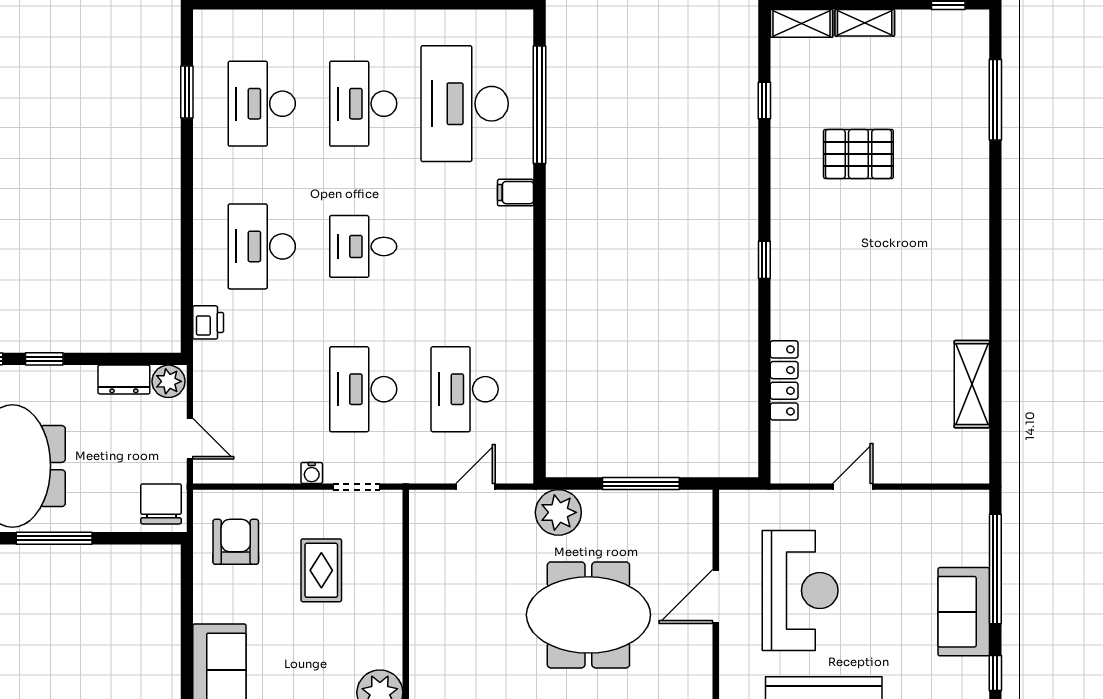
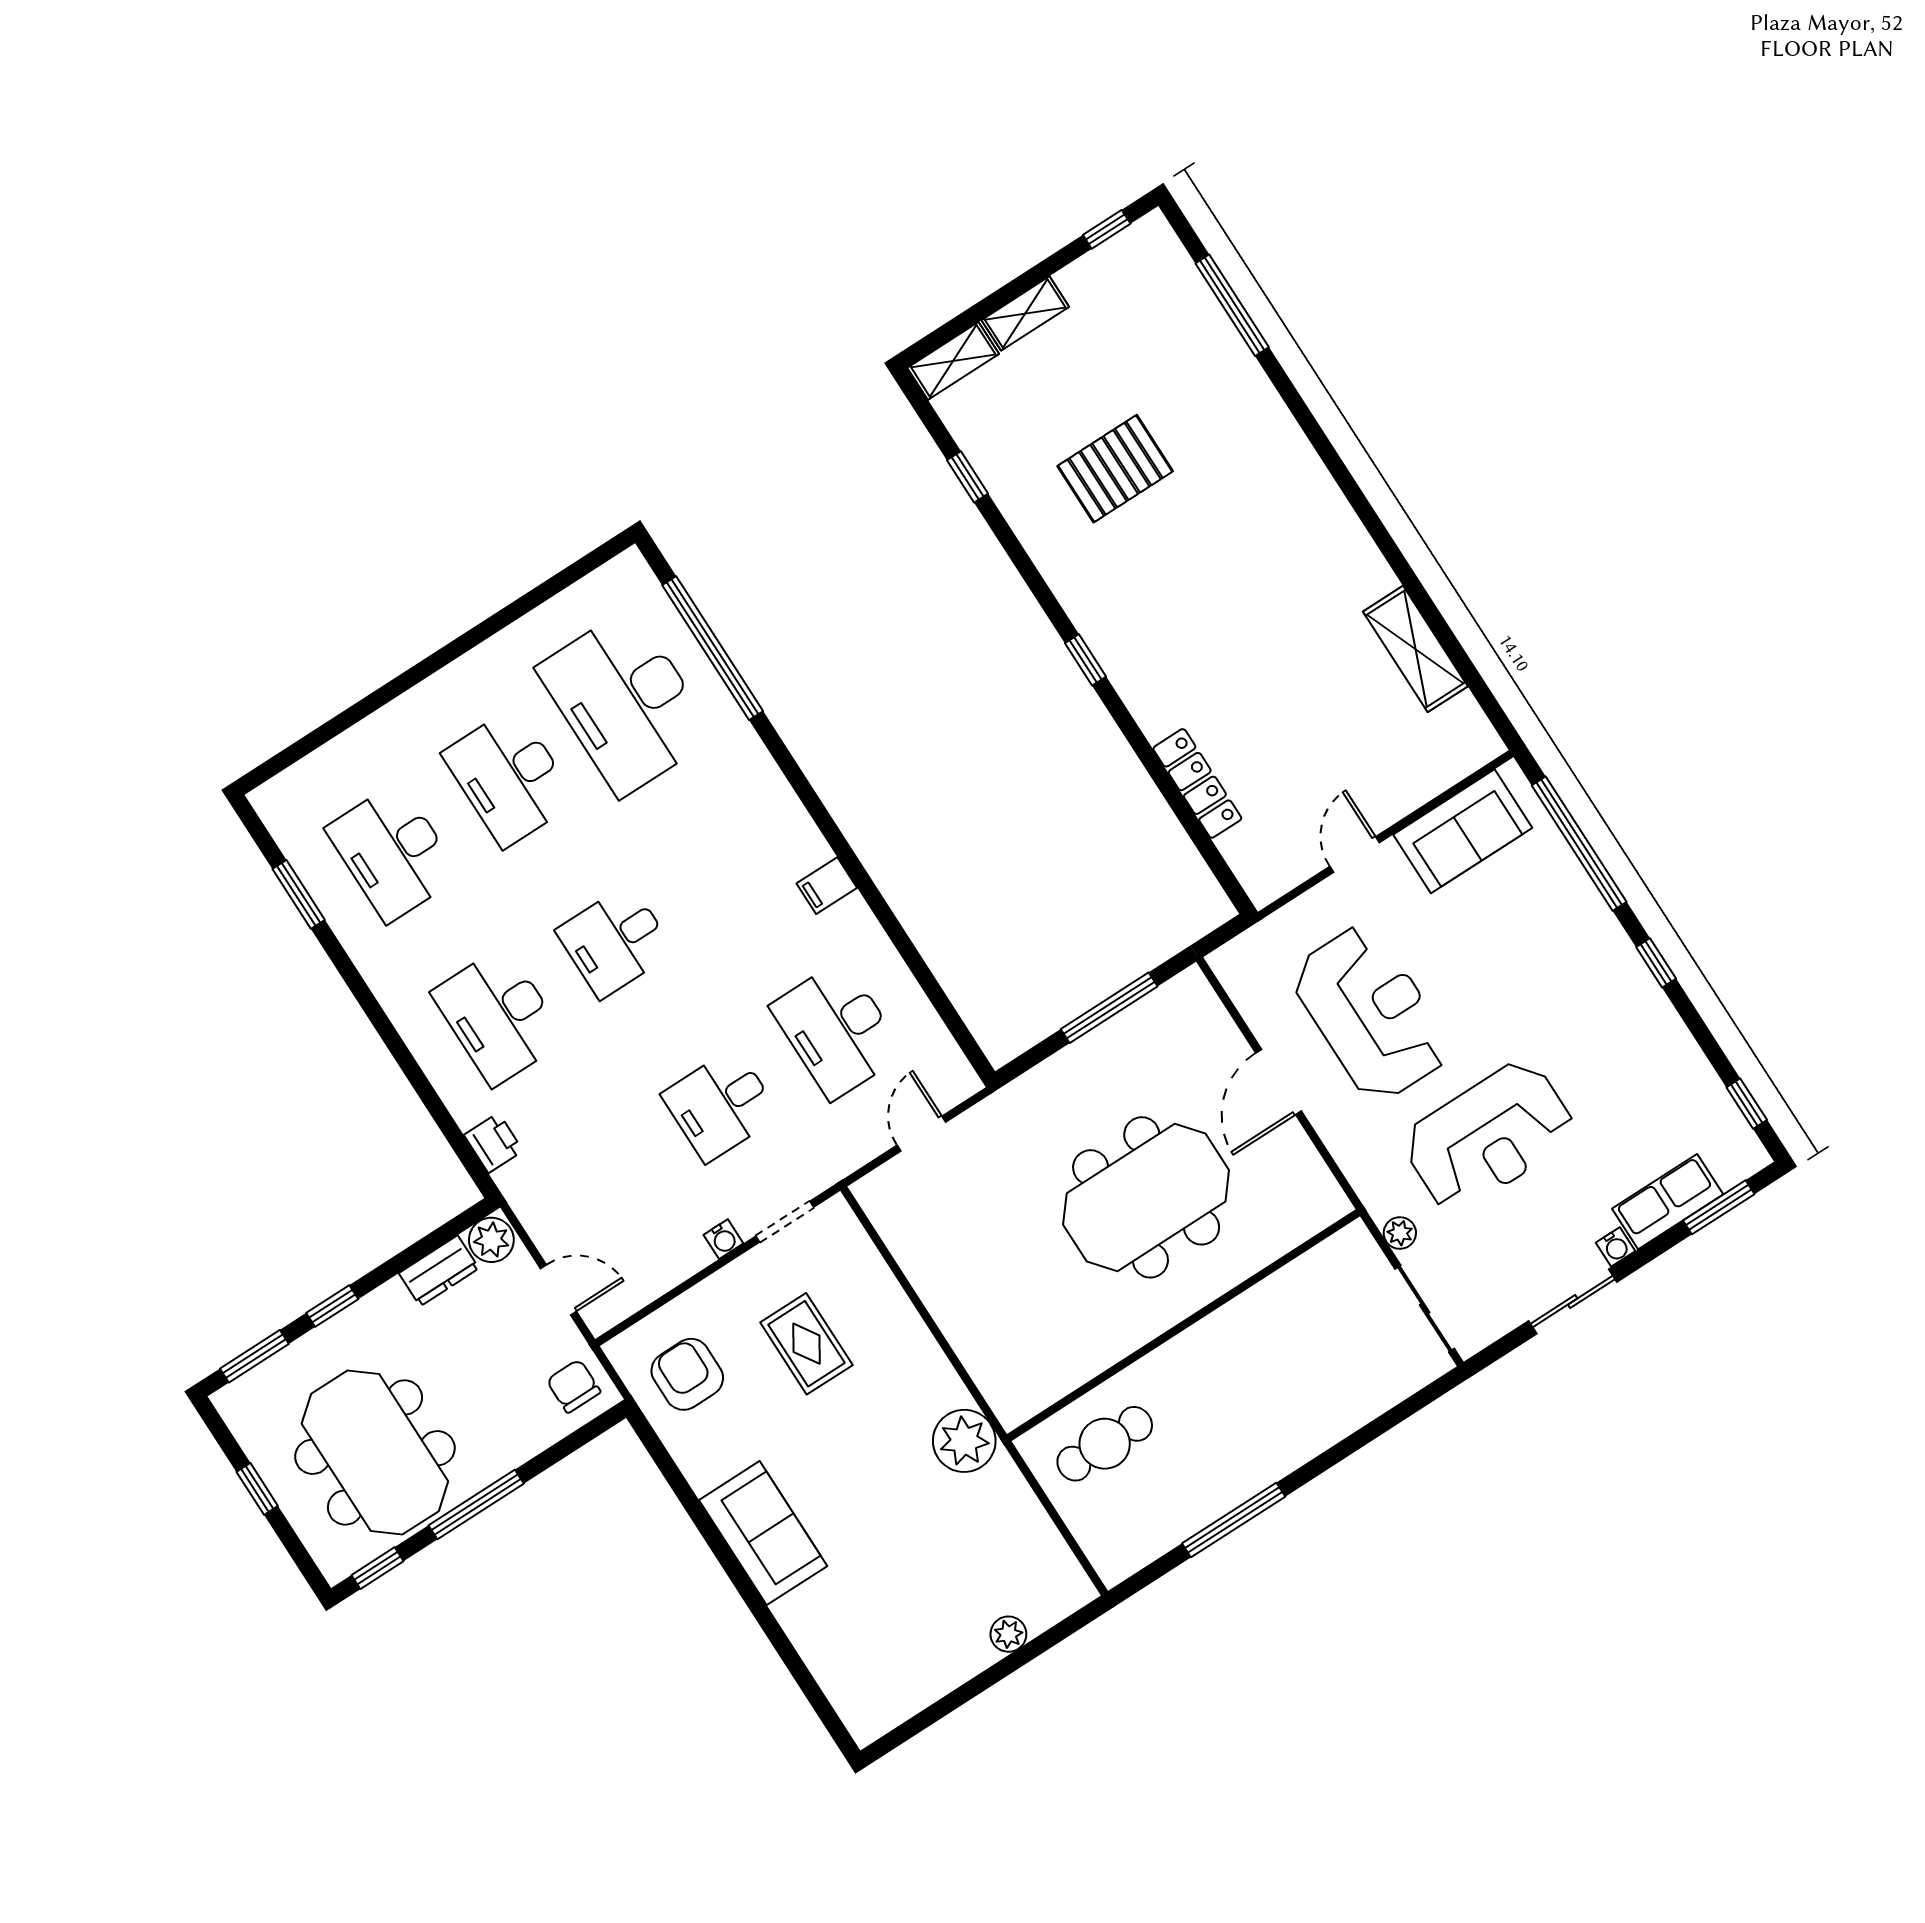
filing cabinet: (516, 193) -> (827, 886), moved
desk: (363, 389) -> (721, 1105), width x0.73
chair: (161, 504) -> (574, 1386), width x0.73, depth x0.73
plant: (558, 512) -> (1036, 1102), removed
sofa: (964, 612) -> (1463, 831), moved, turned -90

